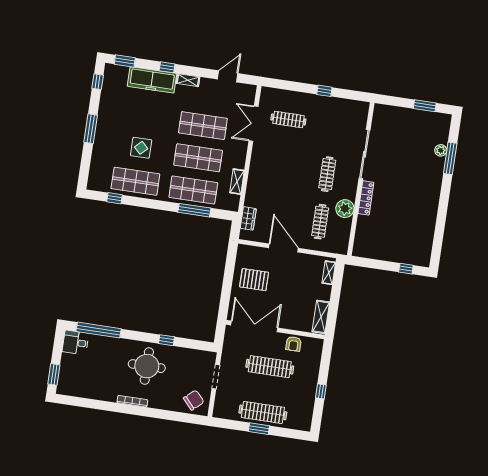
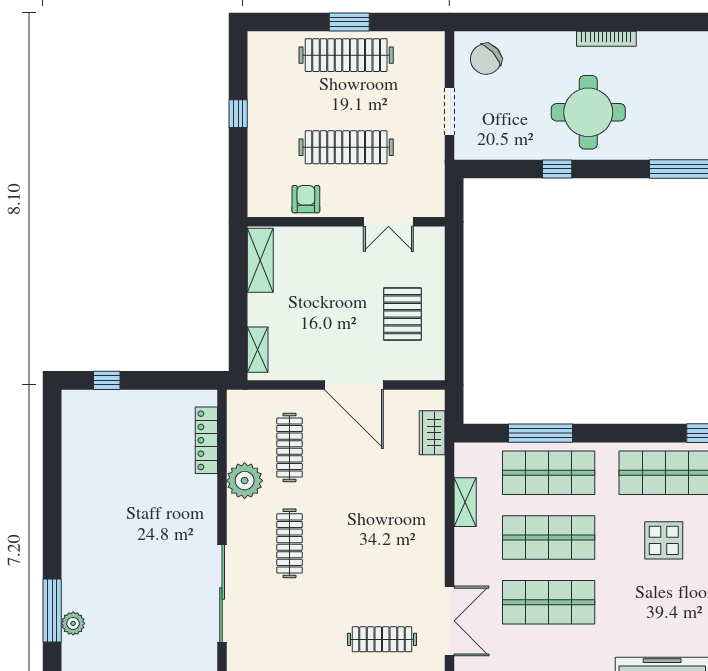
locker: (366, 198) -> (206, 440), moved
pallet: (254, 280) -> (402, 314), turned 90
double door: (254, 326) -> (388, 222), width x0.54

